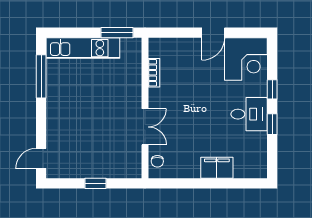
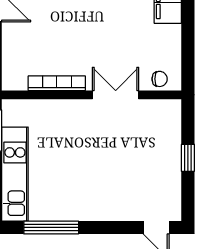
bookcase: (154, 73) -> (57, 83), width x1.56

